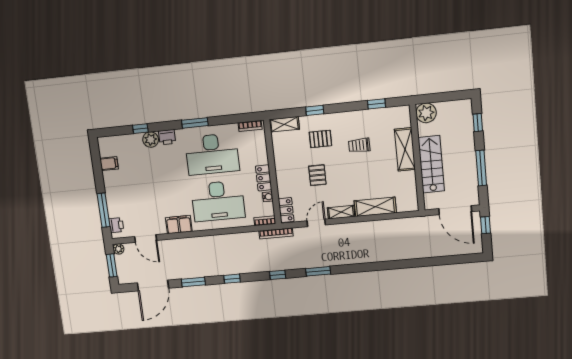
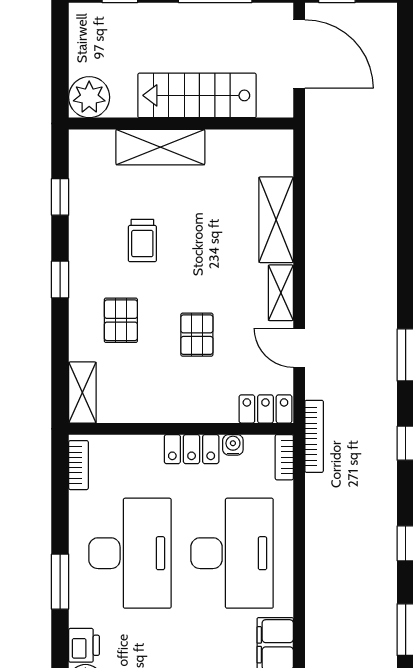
window: (315, 110) -> (60, 279), moved
pallet: (317, 175) -> (197, 335), turned 90
door: (455, 210) -> (299, 54), hinge flipped

